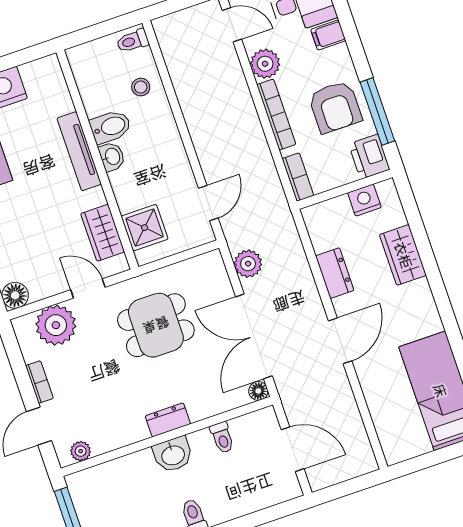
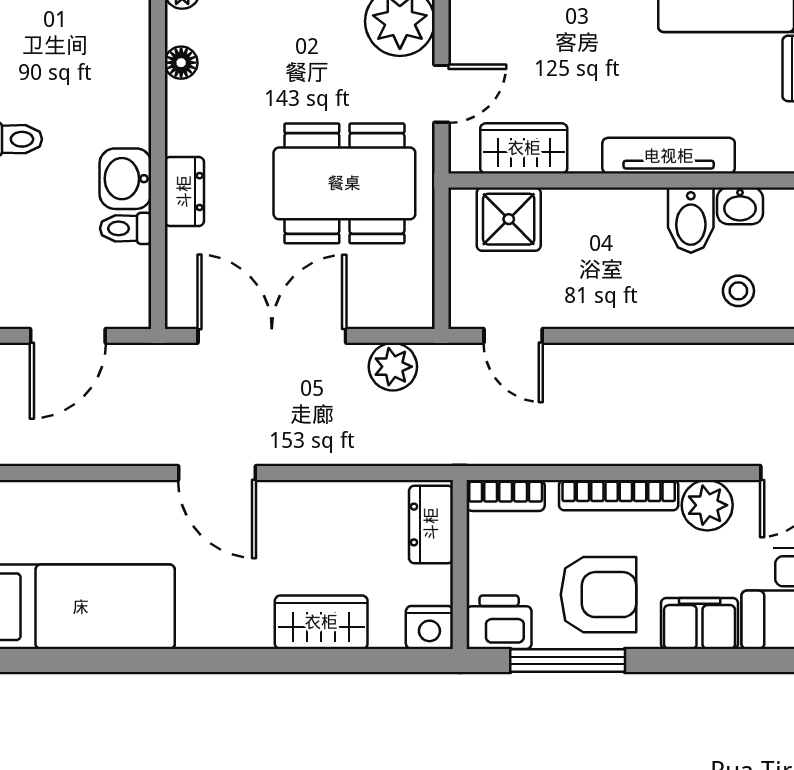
filing cabinet: (328, 35) -> (700, 623), width x2.00
armchair: (335, 107) -> (598, 595), turned 180
washbasin: (112, 157) -> (740, 206), moved
nightstand: (364, 200) -> (429, 627), moved, turned 90
dresser: (335, 273) -> (431, 524), moved, turned 90
dining table: (156, 325) -> (344, 183), width x1.38
floor lamp: (258, 391) -> (181, 63), moved
dresser: (168, 420) -> (184, 192), moved
washbasin: (173, 455) -> (125, 179), moved

